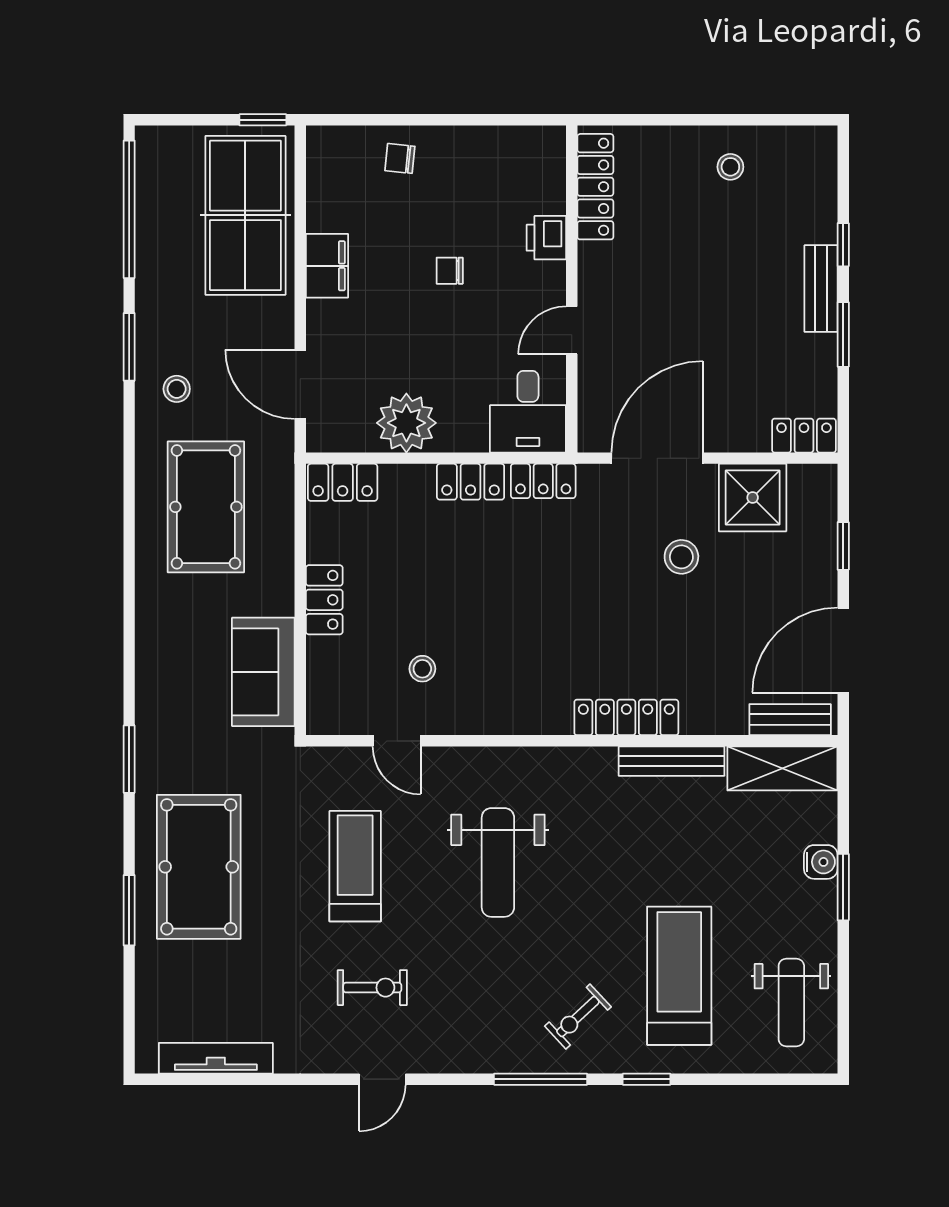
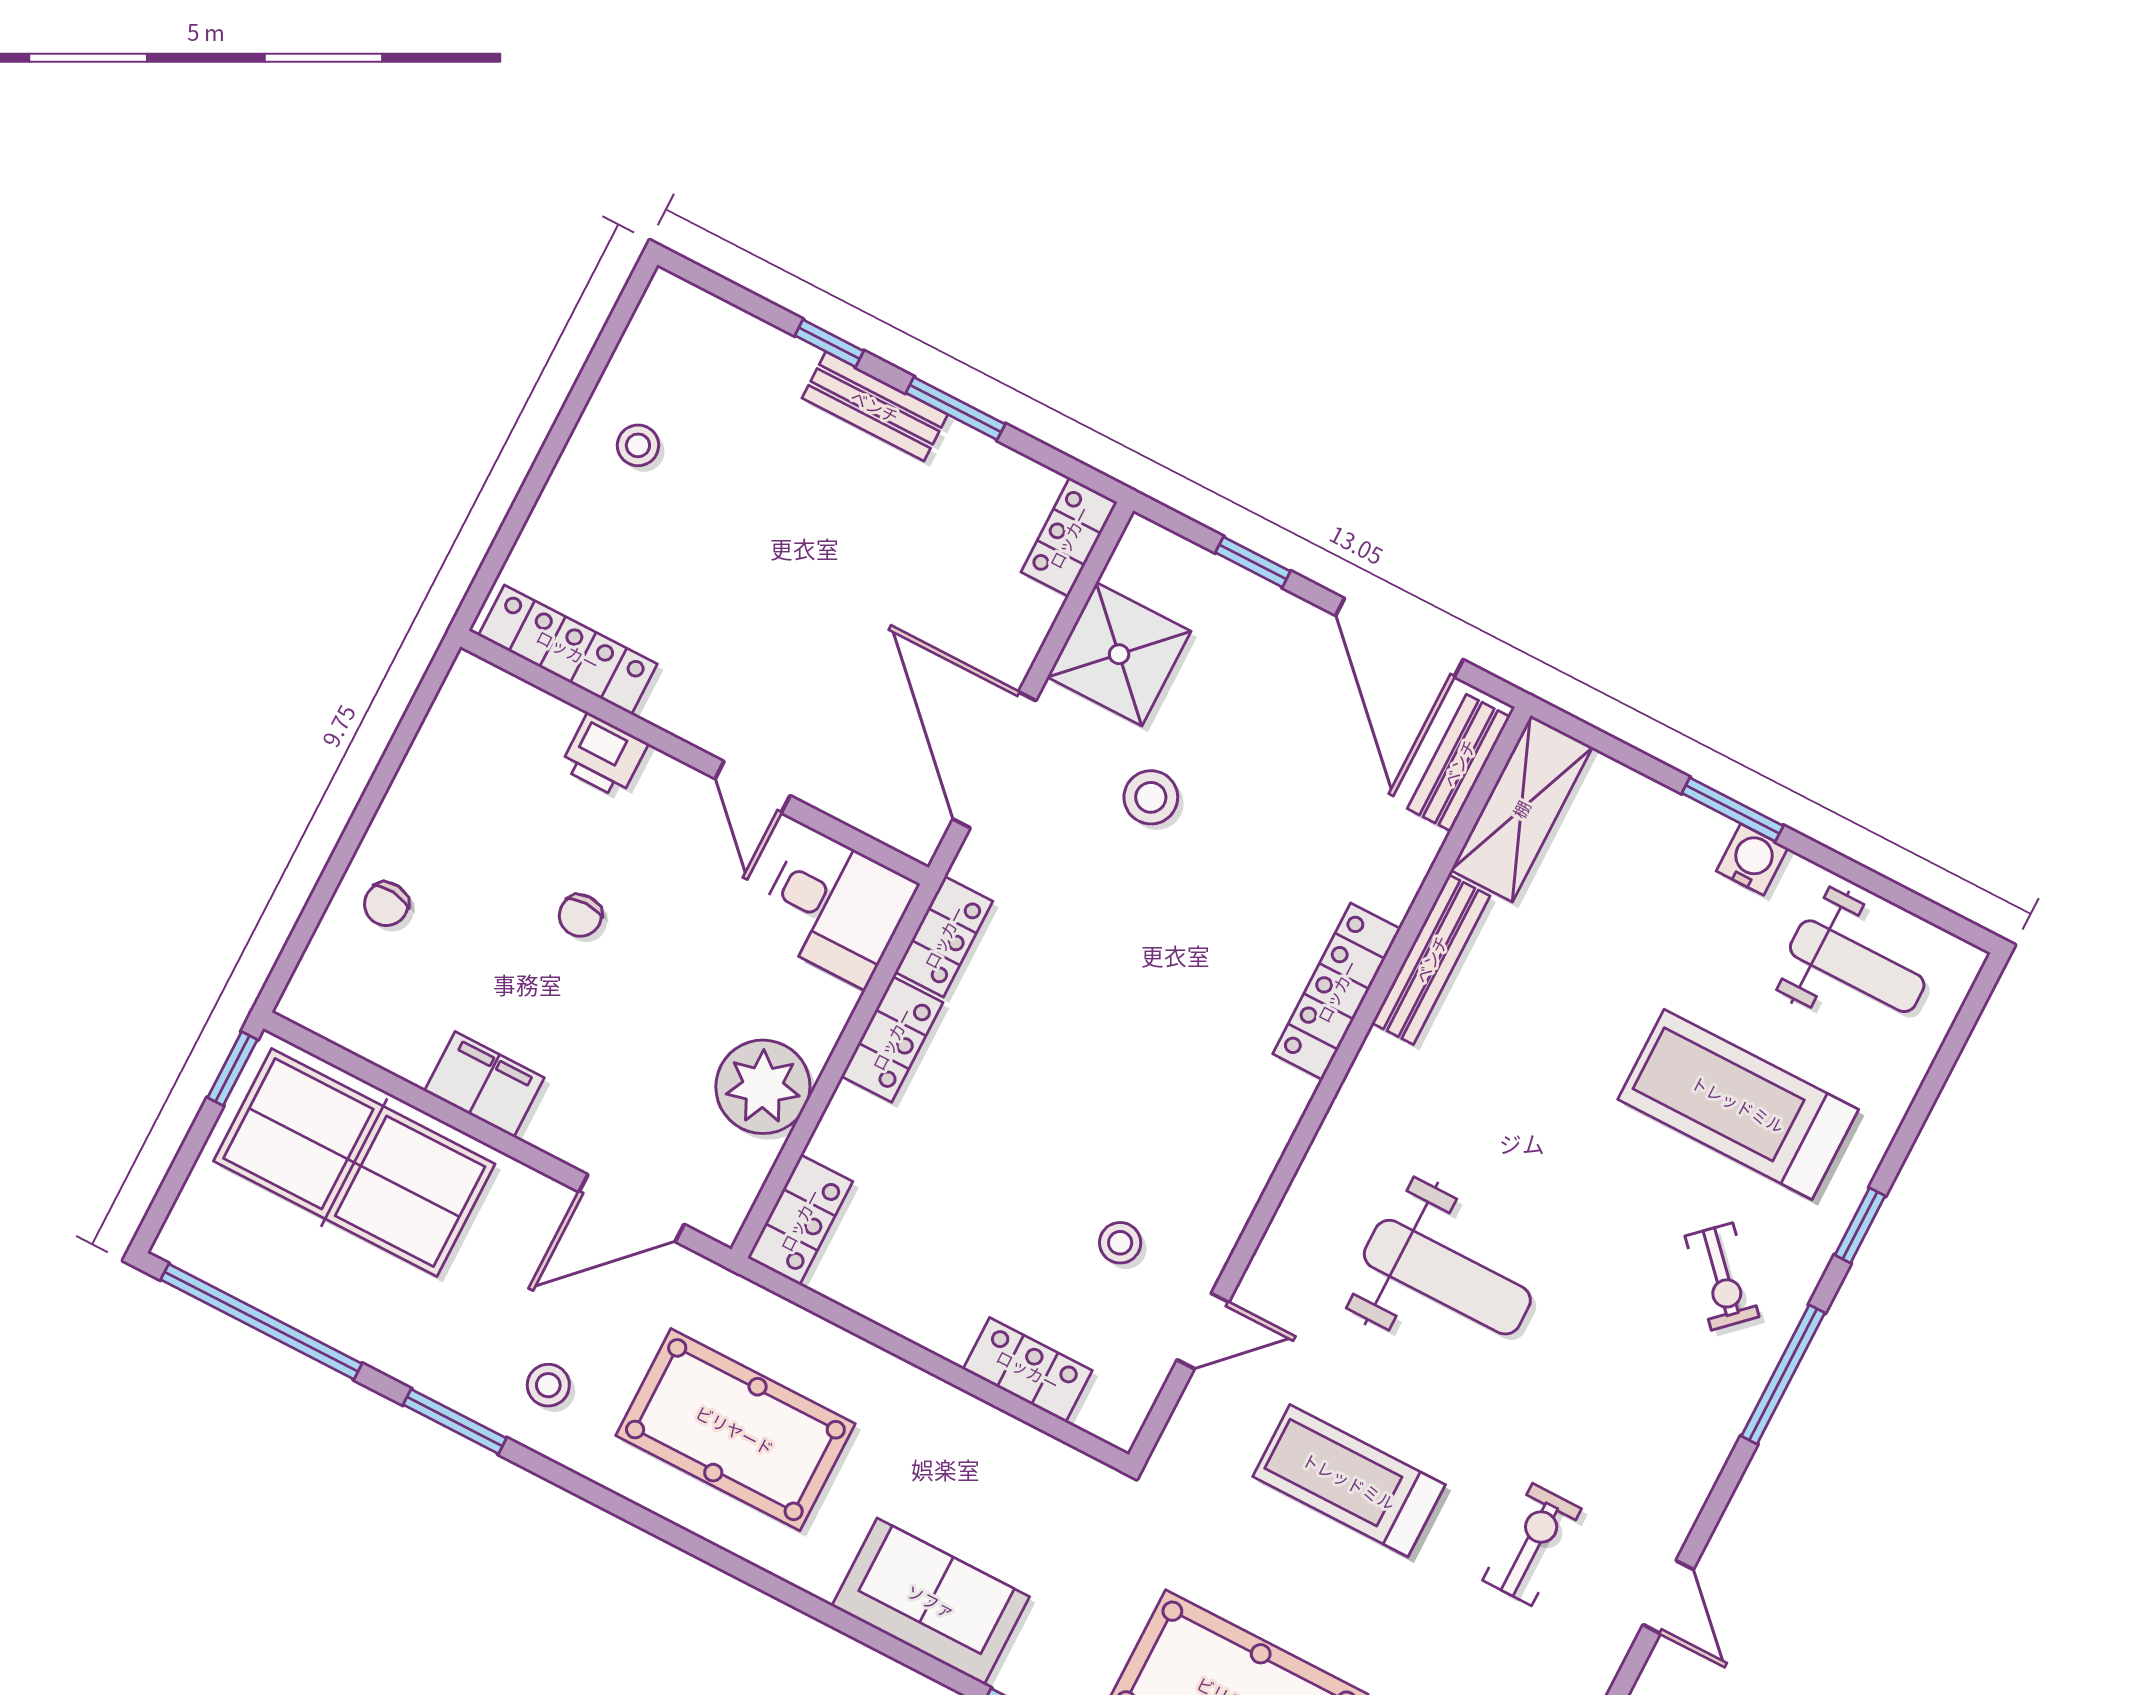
locker: (324, 600) -> (1028, 1370), moved
sofa: (263, 672) -> (931, 1601), moved, turned 180
water cooler: (821, 862) -> (1752, 860), moved

